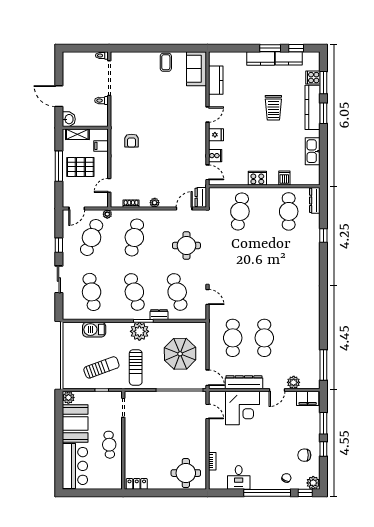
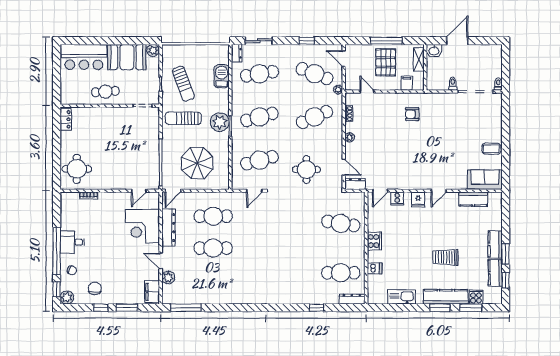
door: (208, 114) -> (439, 191), hinge flipped
cafe table: (134, 237) -> (314, 117), turned -36
sliding door: (59, 279) -> (259, 41), moved
dresser: (159, 315) -> (237, 53), moved
desk: (239, 477) -> (72, 242), moved

